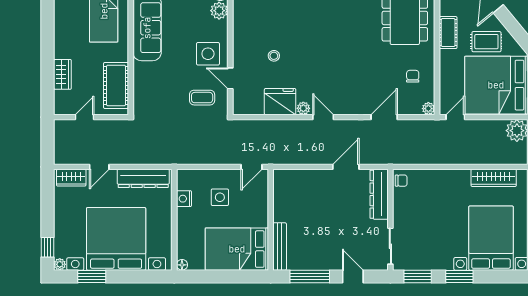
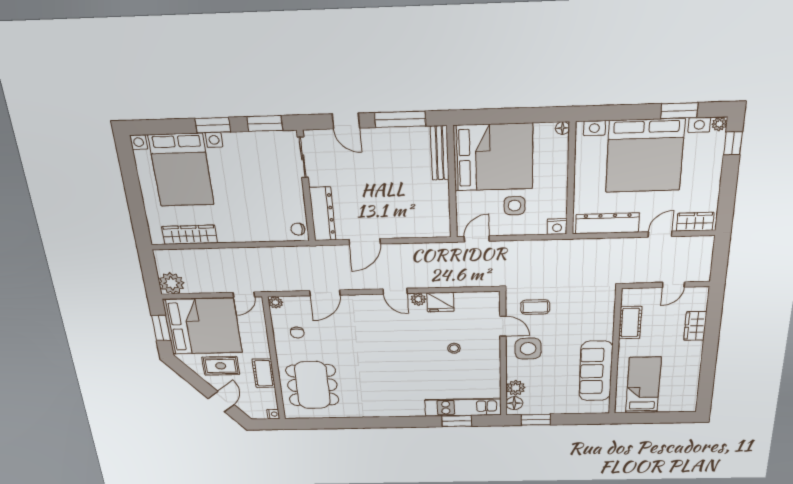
cot: (116, 85) -> (630, 323), width x0.73, depth x0.75
fridge: (280, 102) -> (440, 302), width x0.73, depth x0.75
nightstand: (184, 199) -> (557, 227), moved, turned 90
bed: (237, 249) -> (493, 157), width x1.36

